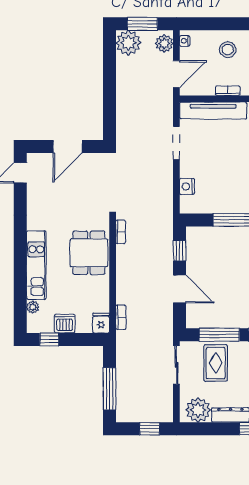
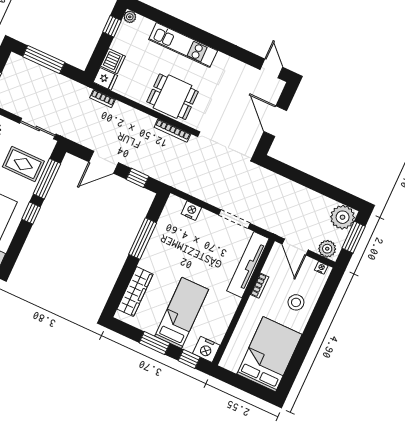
bookcase: (121, 232) -> (172, 131), width x1.56
plant: (33, 307) -> (130, 17), moved
dishwasher: (65, 324) -> (113, 61), moved

